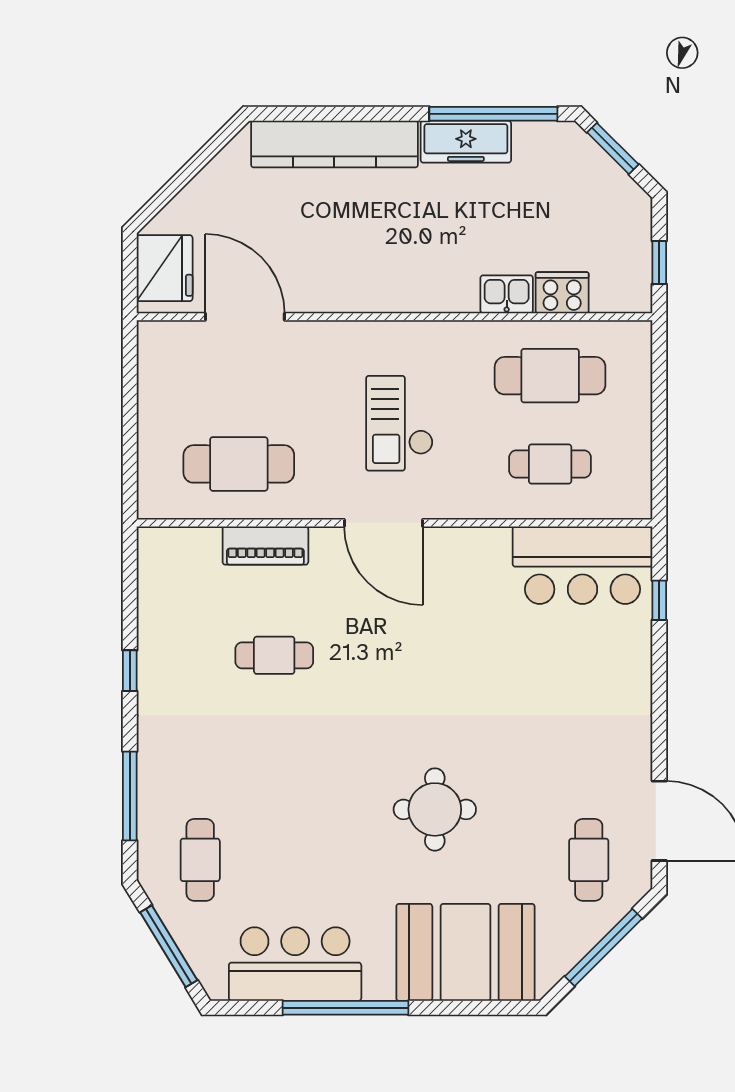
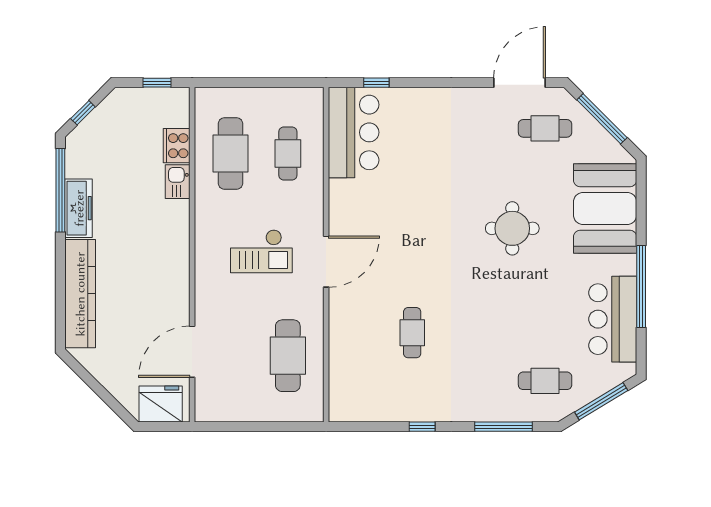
window: (613, 148) -> (83, 113), width x0.67
piano: (265, 546) -> (341, 338), removed

